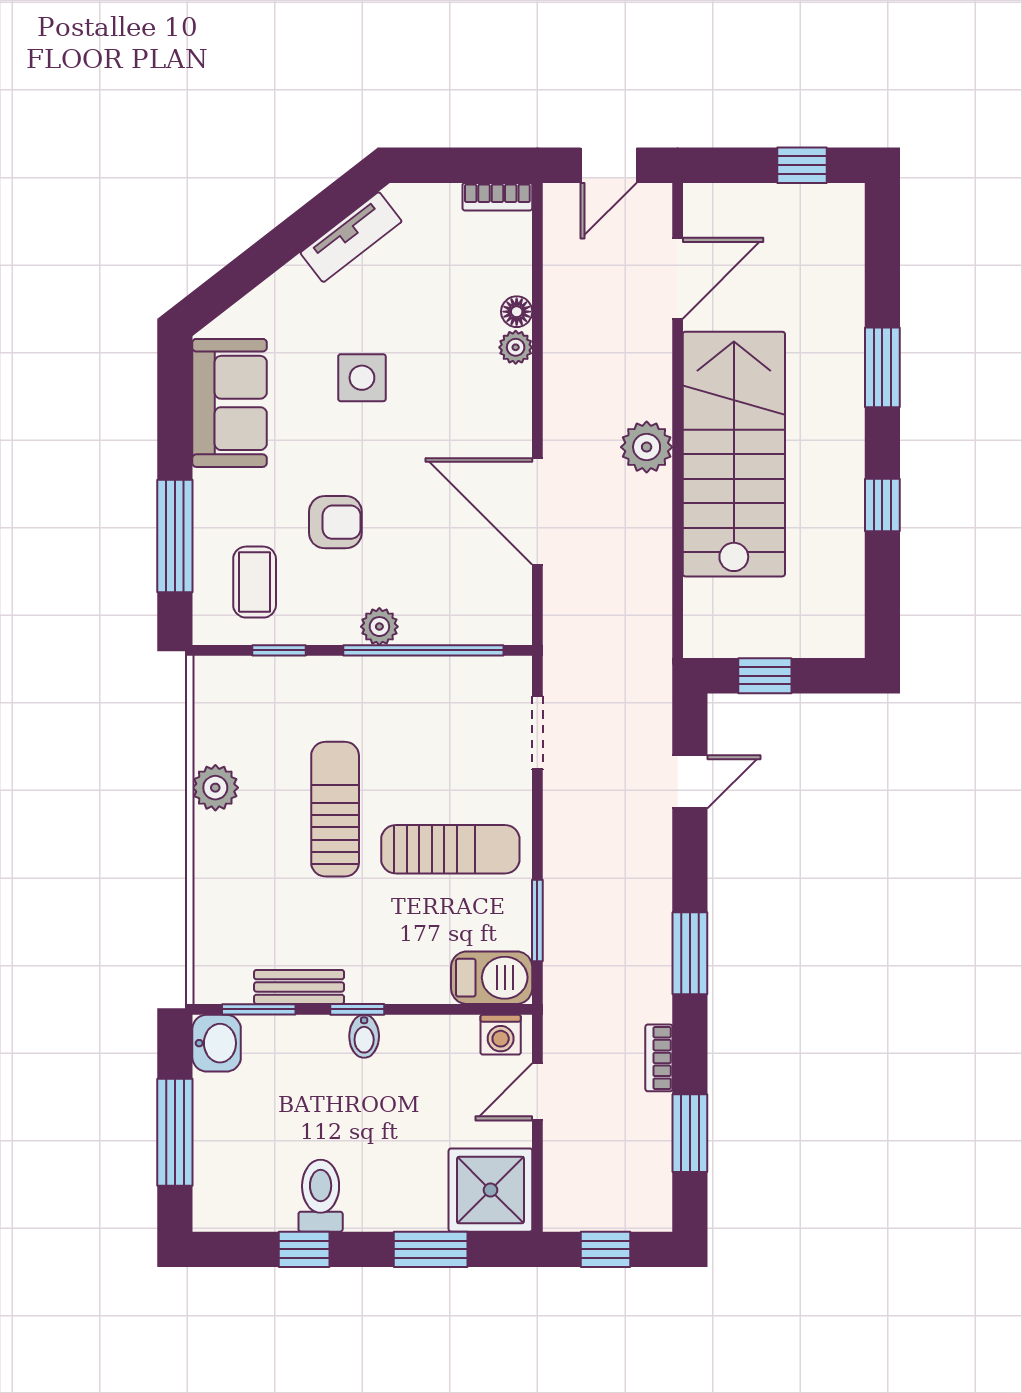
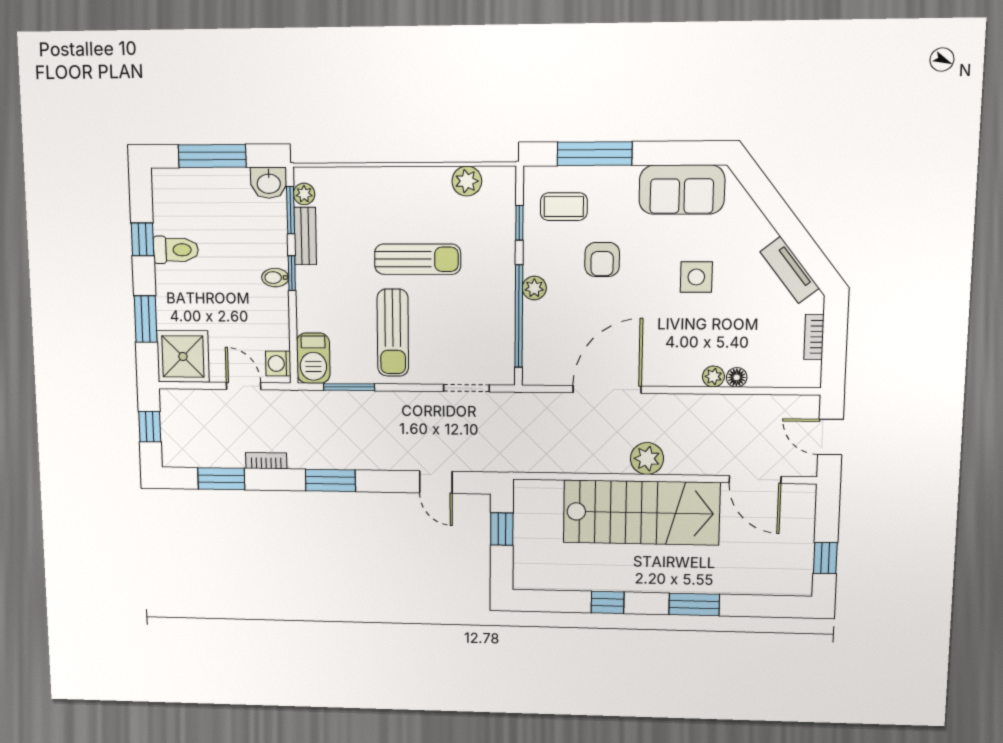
bookcase: (497, 197) -> (814, 337), moved
plant: (215, 788) -> (467, 181), moved
plant: (234, 987) -> (304, 194), added

